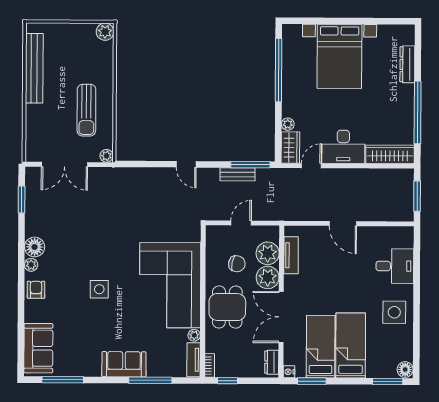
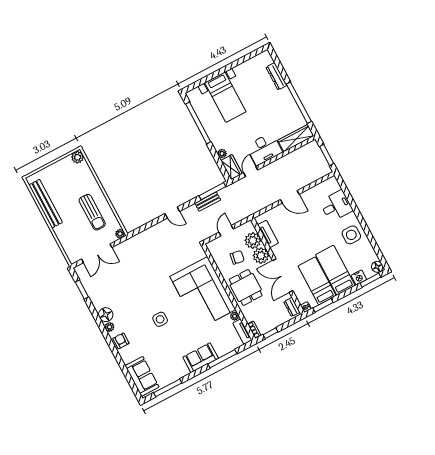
bed with nightstands: (339, 56) -> (225, 97), width x0.73
nightstand: (375, 370) -> (359, 277), added

